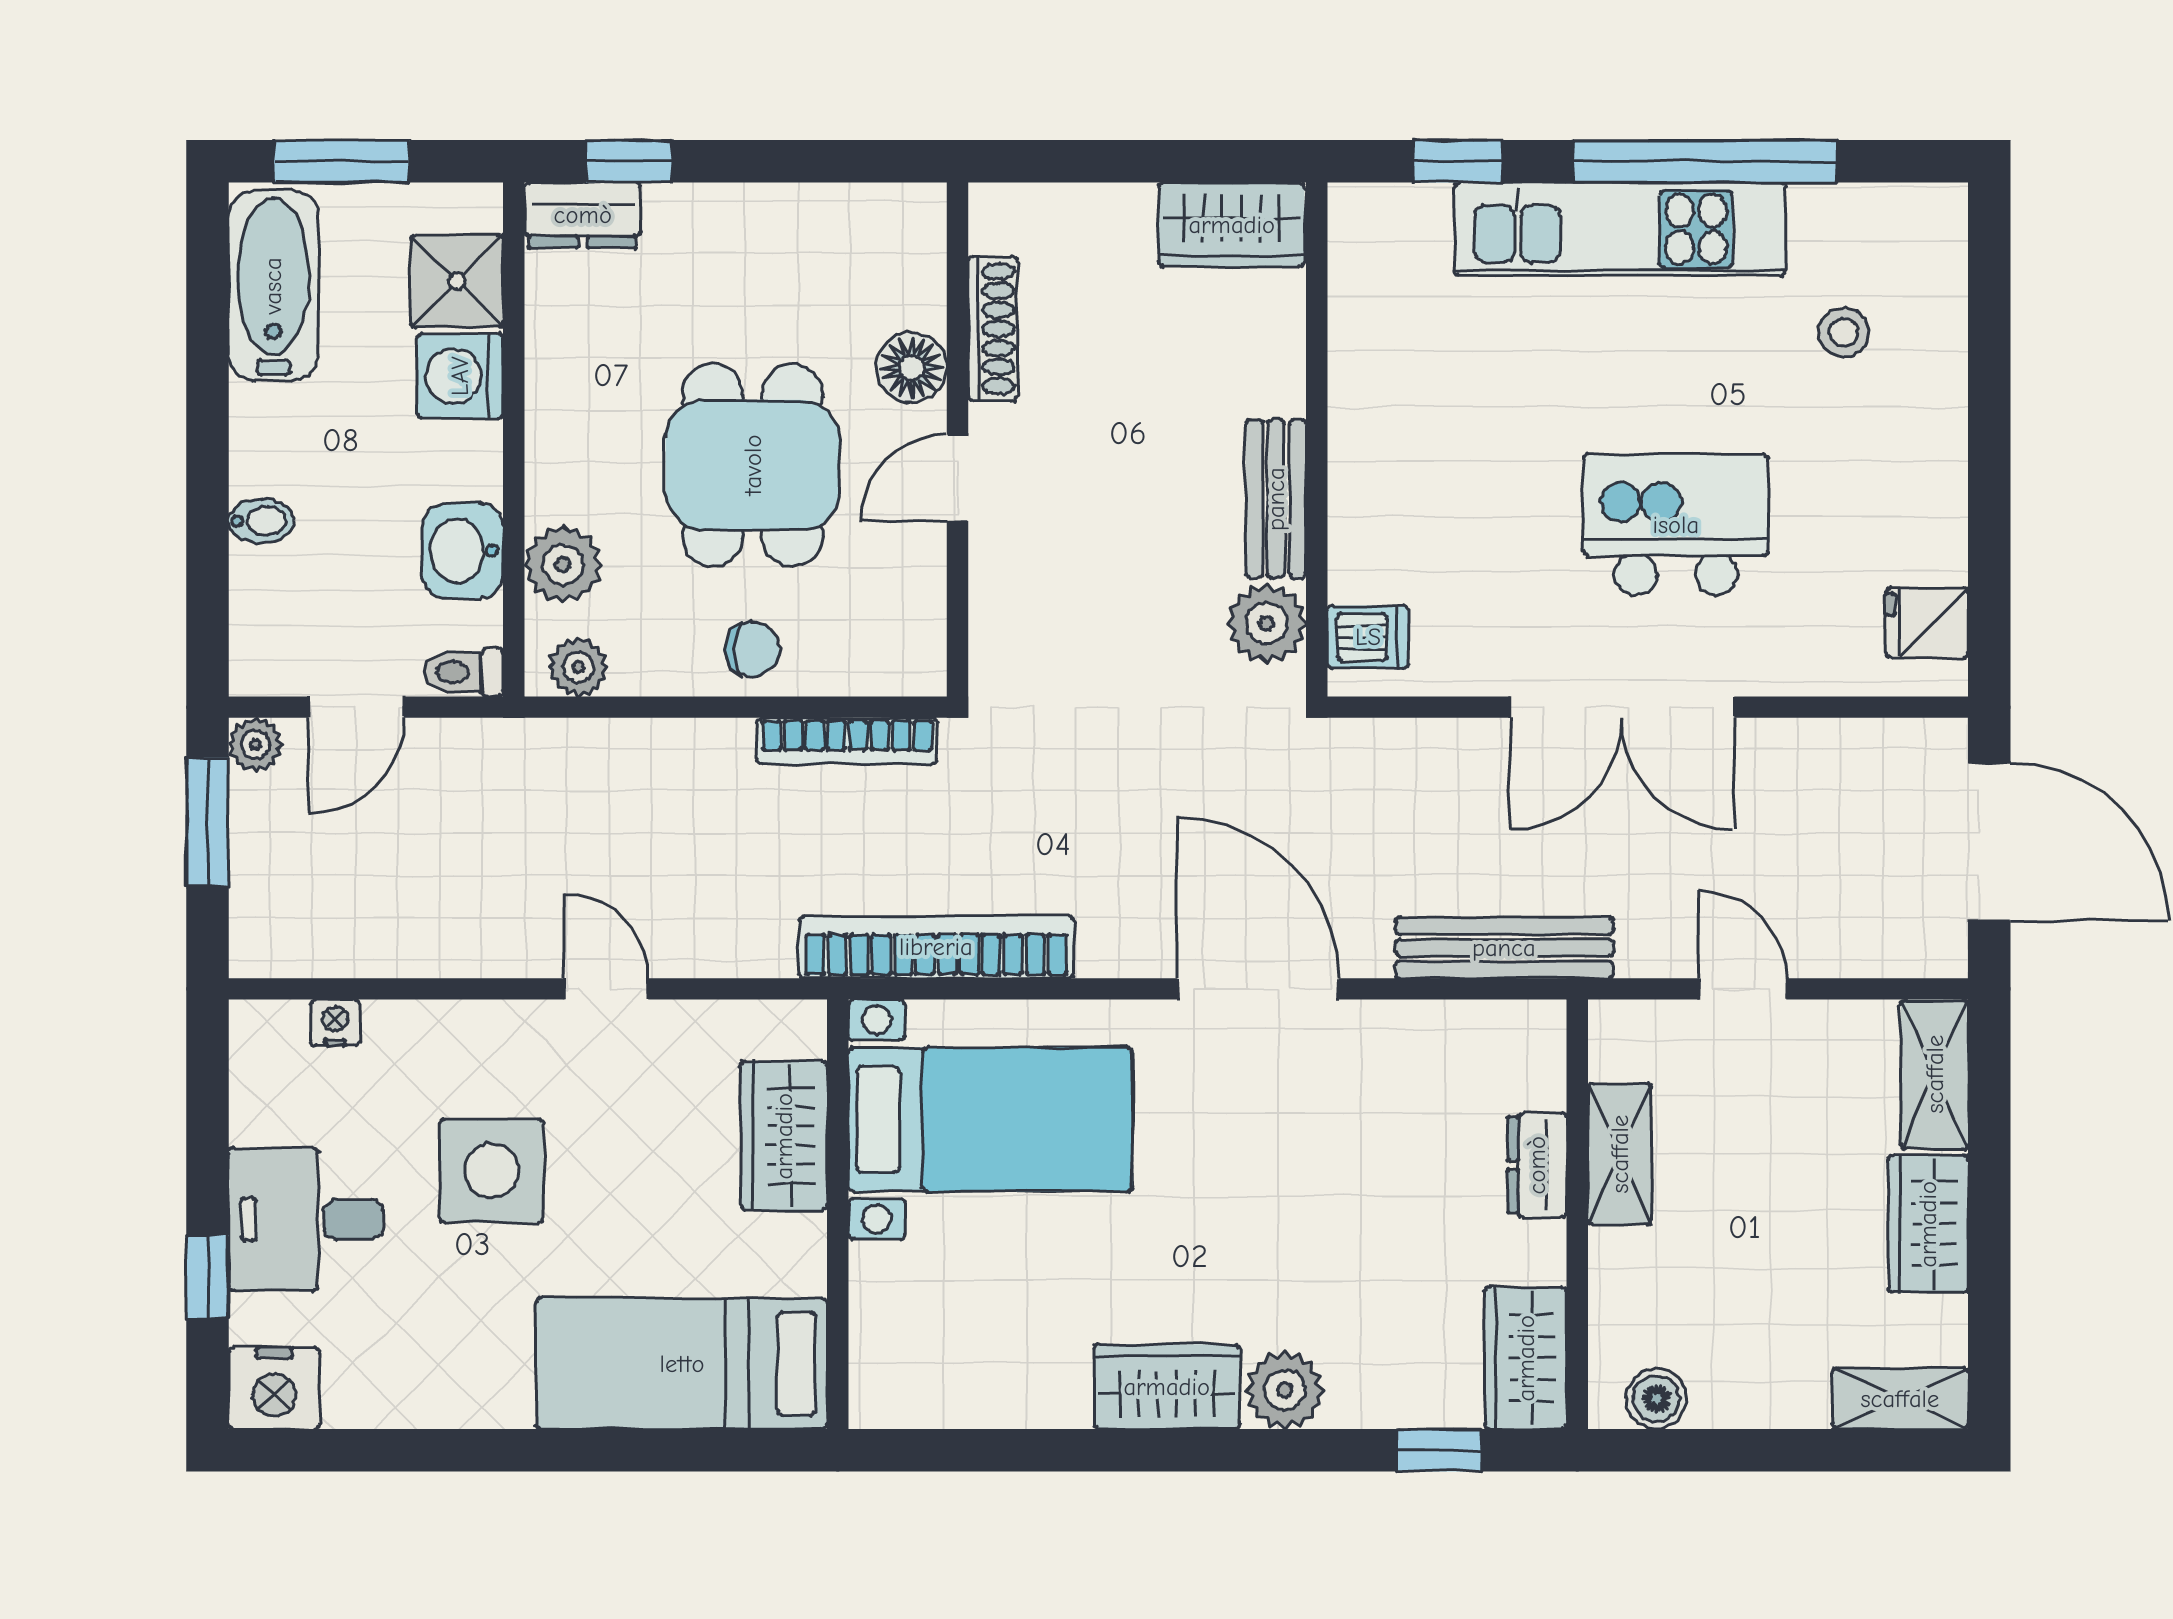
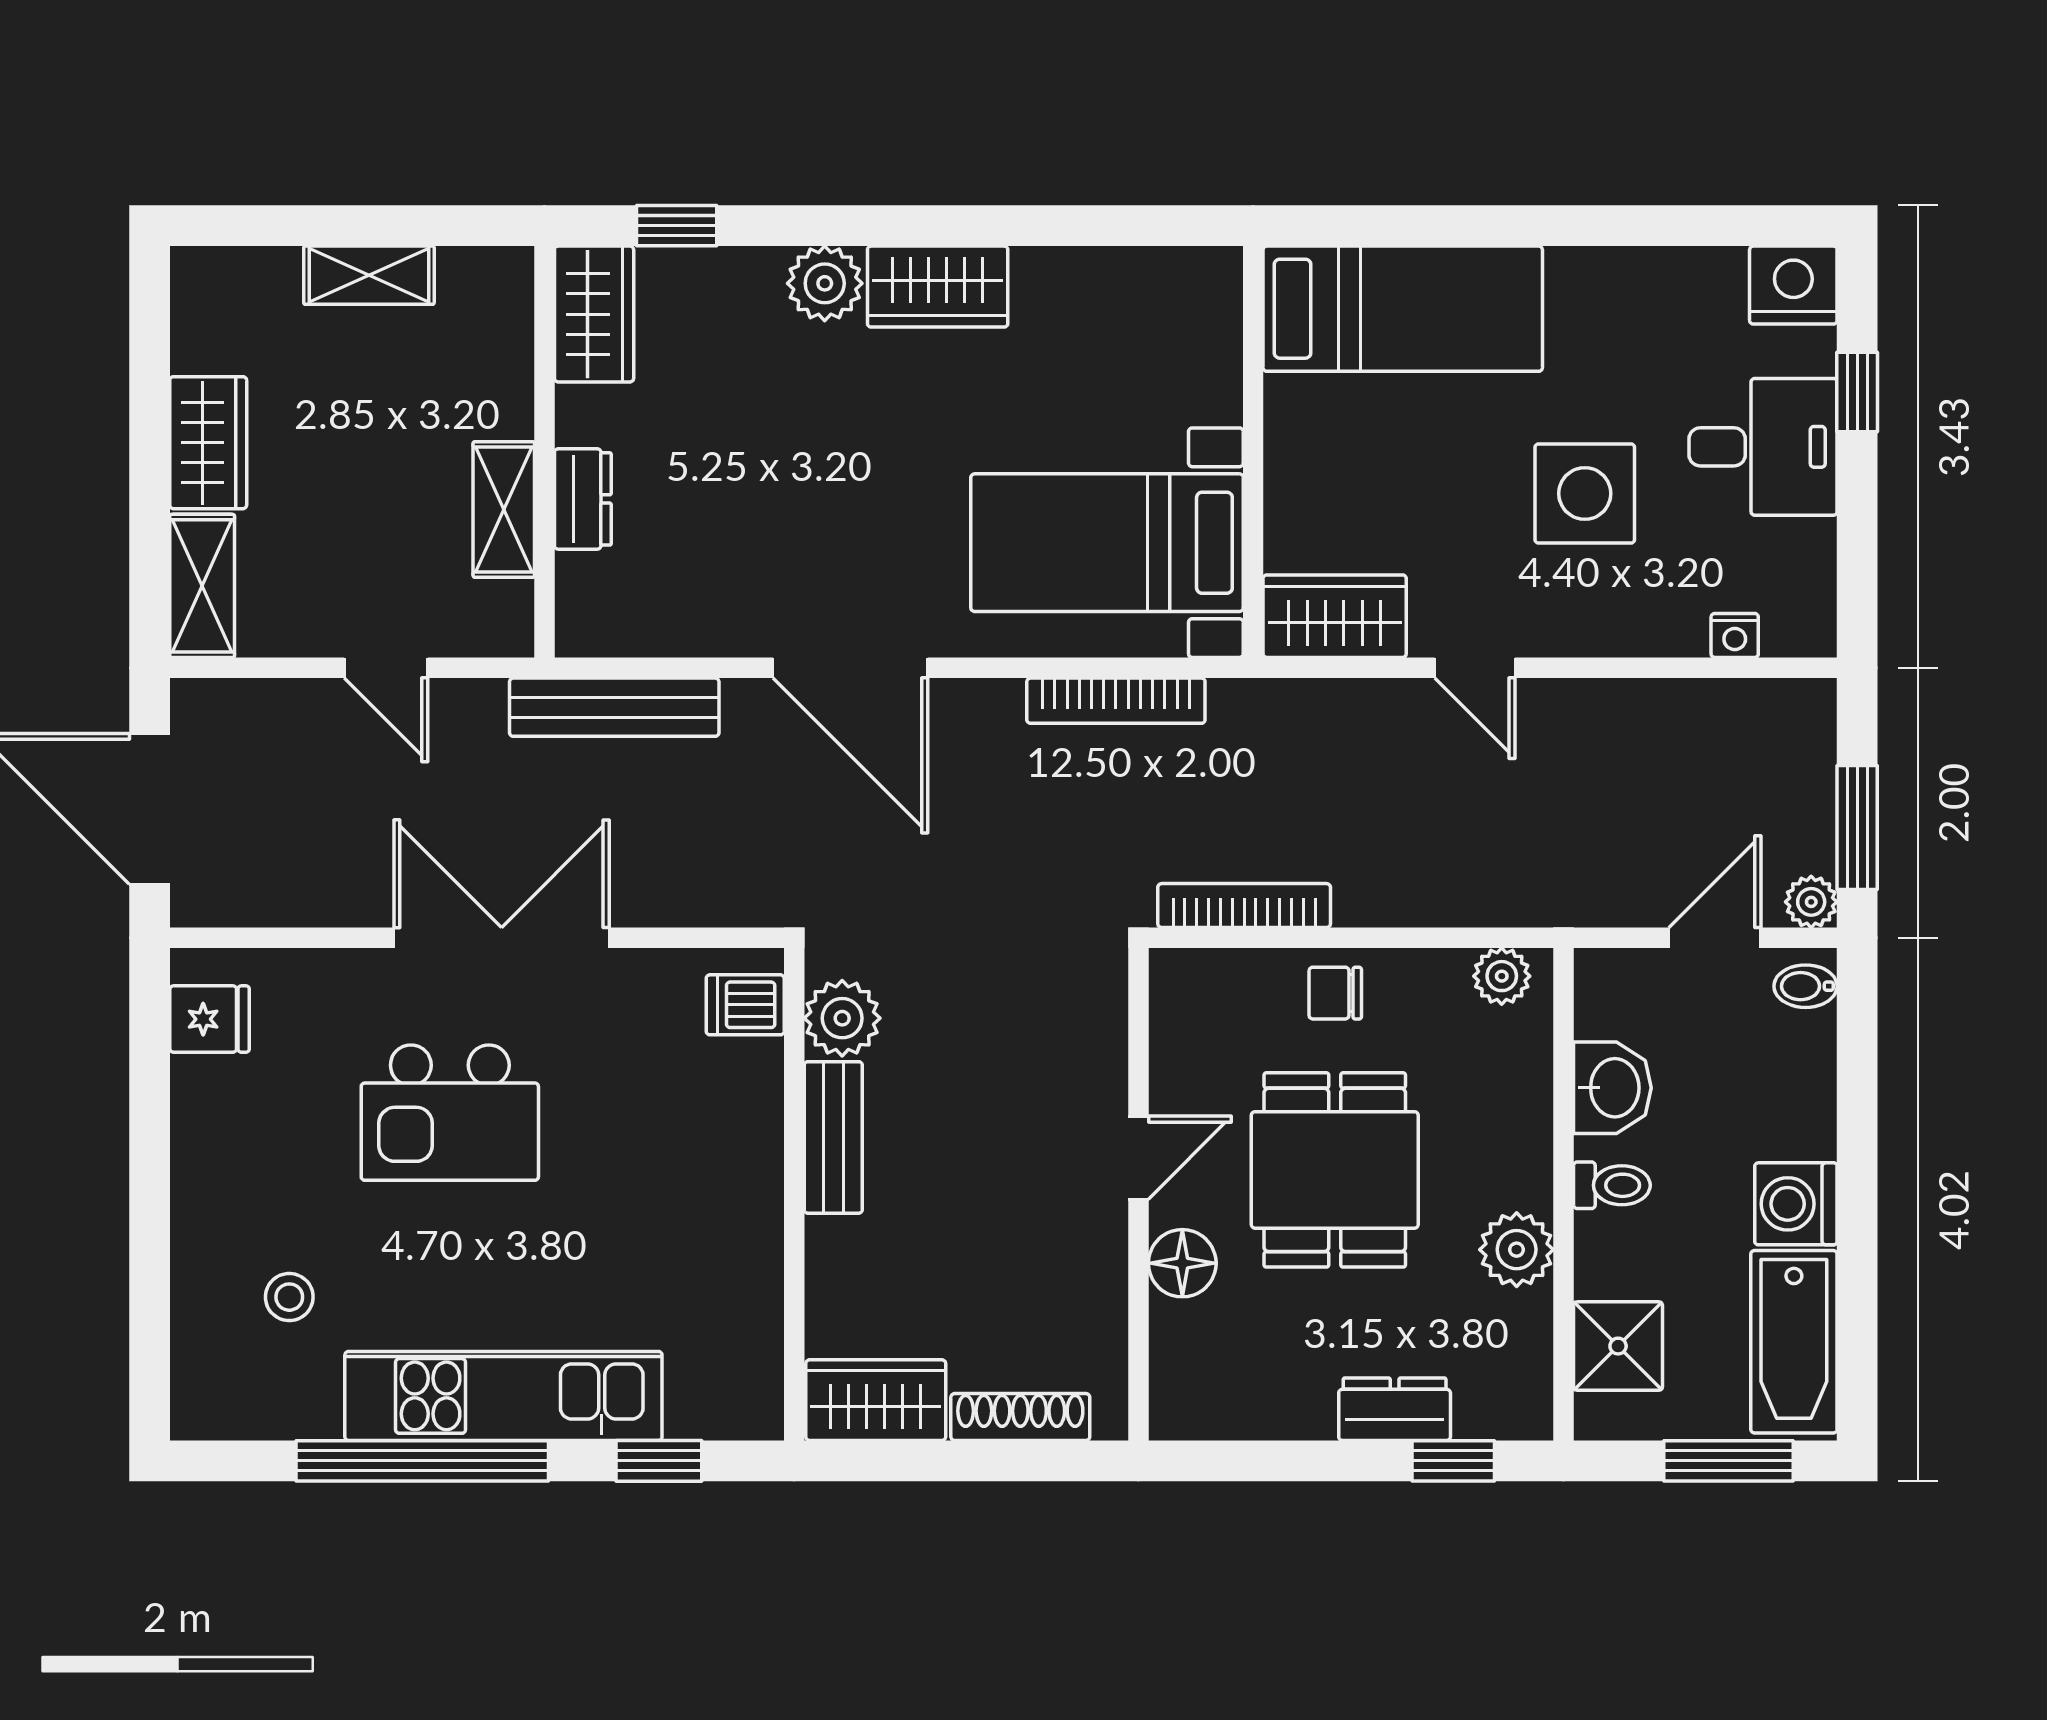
dresser: (583, 215) -> (1395, 1409), moved
shoe rack: (993, 329) -> (1020, 1417), moved, turned 90
washing machine: (460, 376) -> (1796, 1204), moved, turned 180
bidet: (261, 521) -> (1806, 986), moved
plant: (563, 565) -> (1517, 1250), moved
toilet: (463, 672) -> (1612, 1185), moved
bookcase: (936, 947) -> (1116, 701), width x0.68, depth x0.76
wardrobe: (784, 1136) -> (1335, 616), moved, turned -90
boiler: (1656, 1399) -> (469, 275), removed
shelving: (1900, 1399) -> (369, 275), moved

